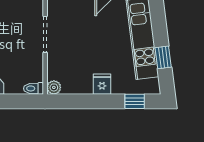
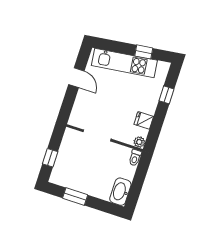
fridge: (102, 84) -> (144, 120), moved
window: (135, 101) -> (167, 95), moved

